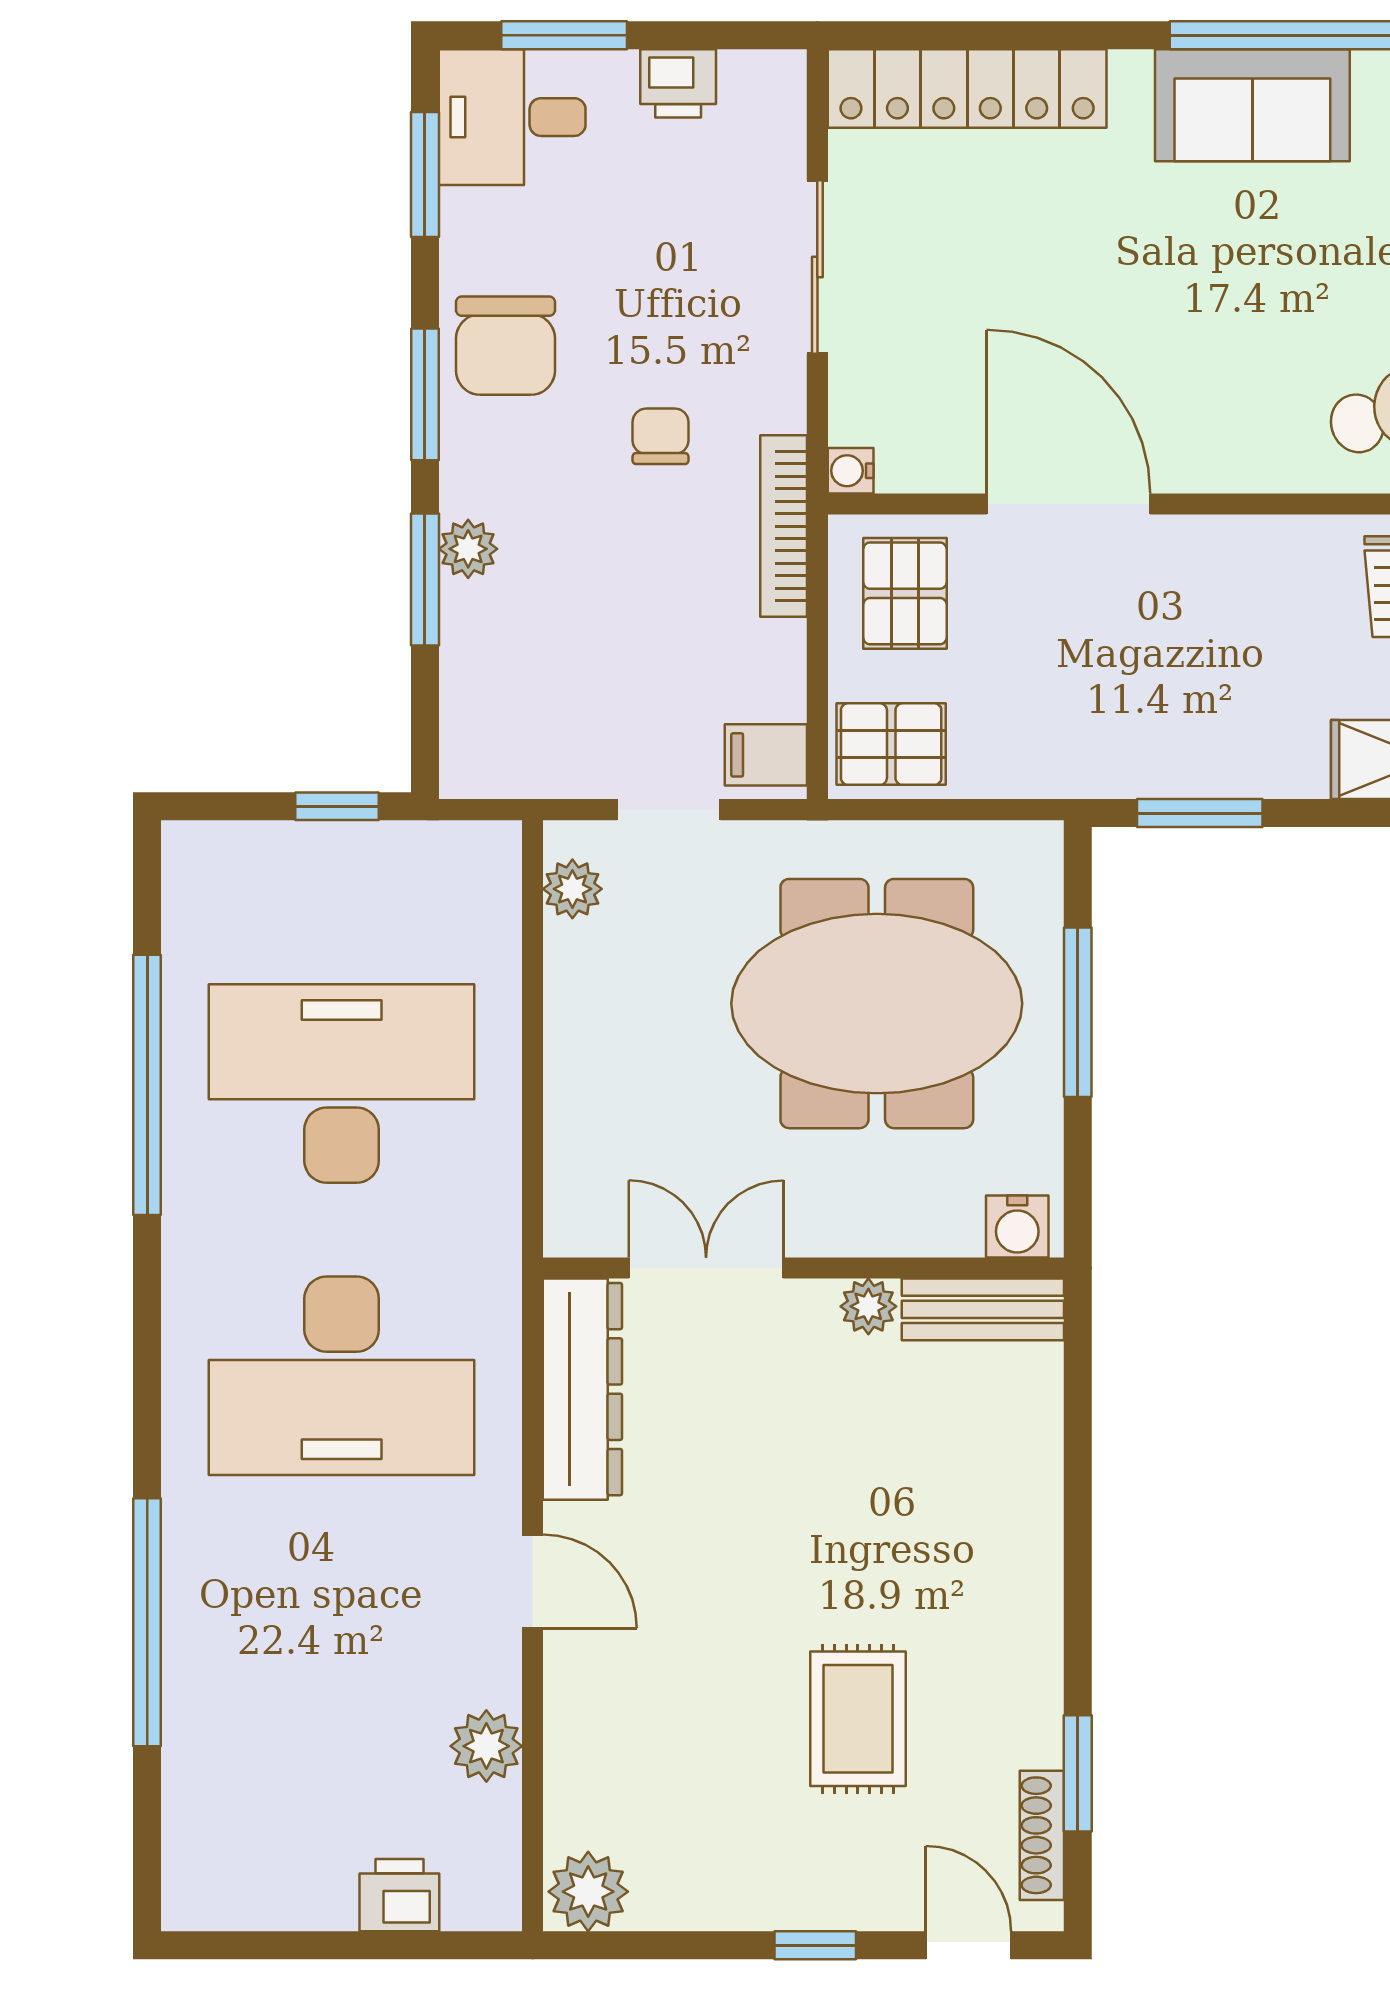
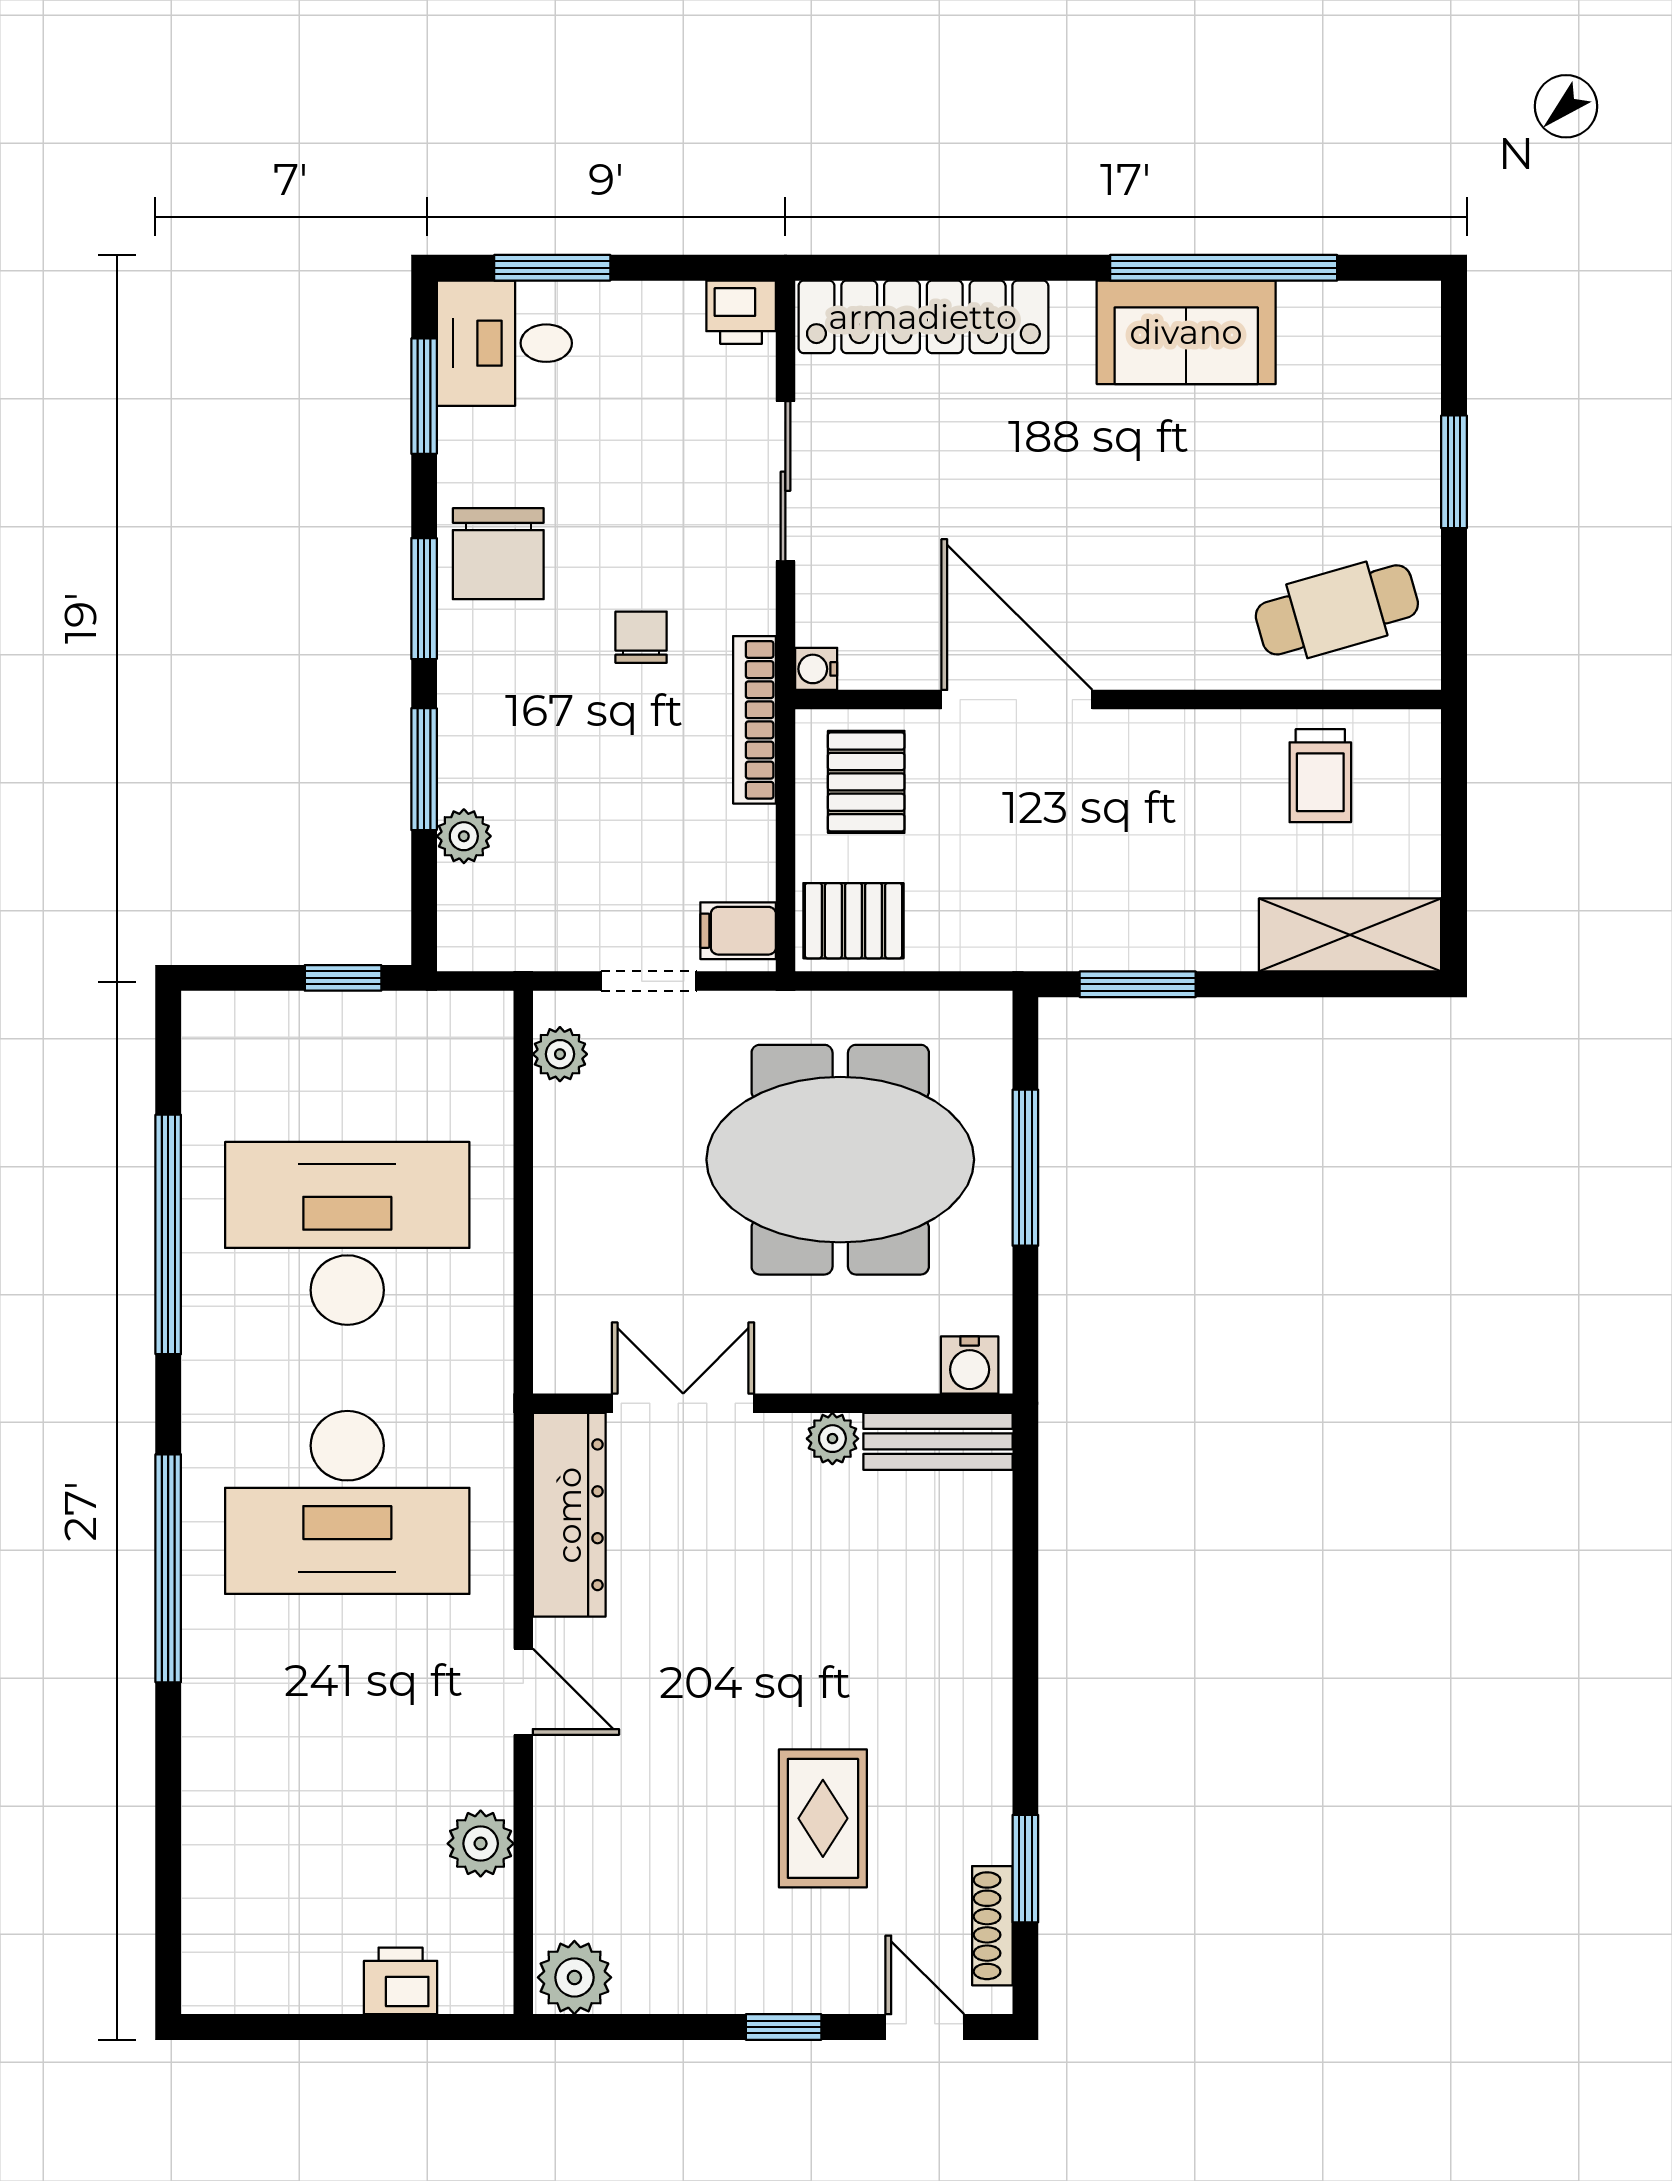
printer: (678, 83) -> (741, 312), moved
plant: (468, 549) -> (464, 836), moved
window: (147, 1622) -> (168, 1568), moved

